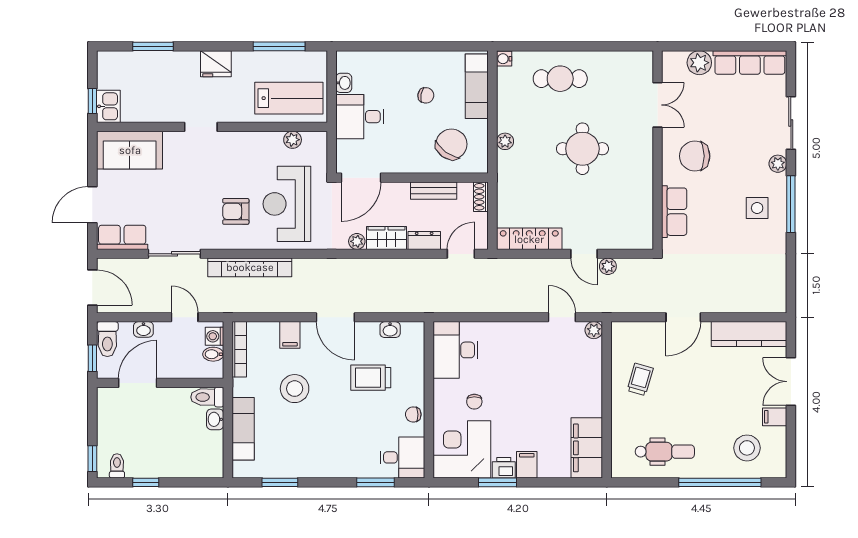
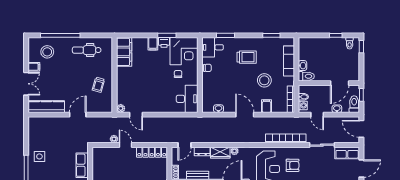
side table: (757, 208) -> (39, 156), moved
trolley: (371, 378) -> (247, 57), moved

